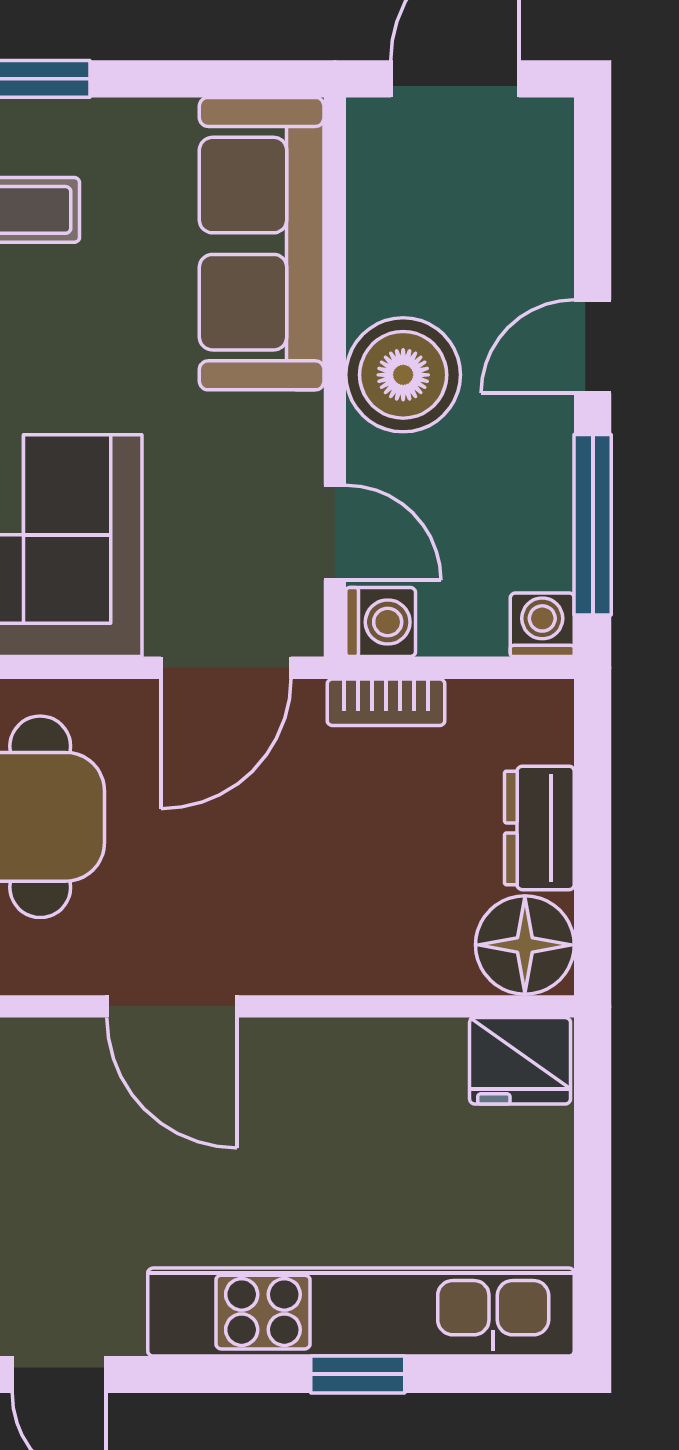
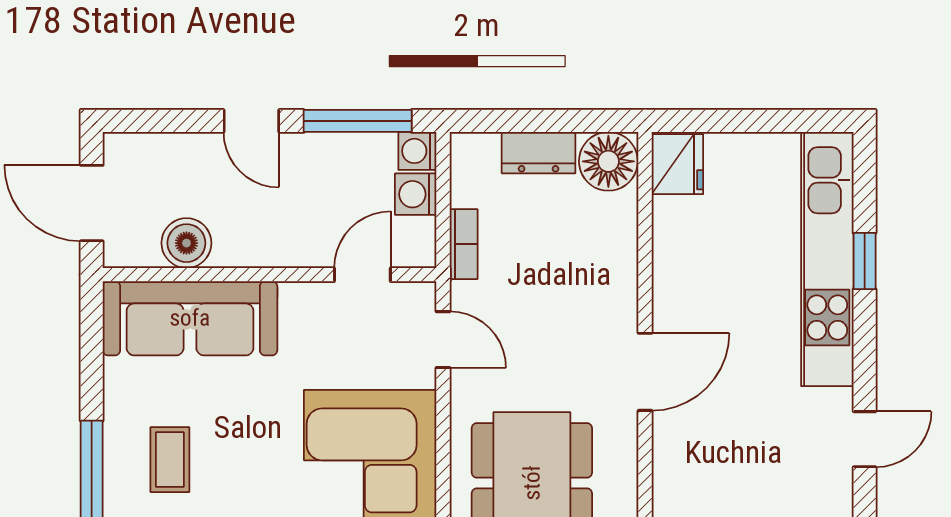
boiler: (403, 375) -> (186, 243), moved, width x0.73, depth x0.73
washing machine: (381, 622) -> (416, 194), moved, turned -90
door: (226, 668) -> (443, 340), width x0.73

